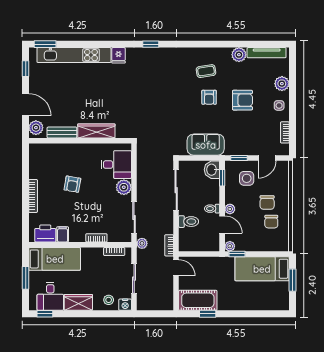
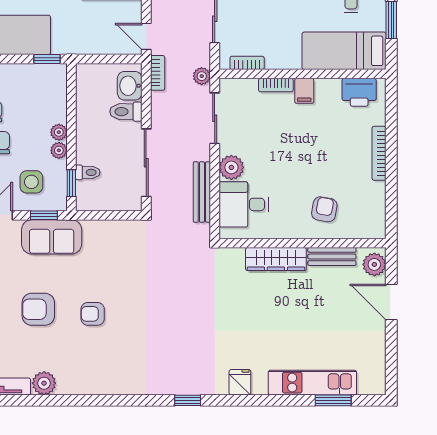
window: (45, 44) -> (333, 400), moved
kitchen unit: (74, 55) -> (312, 383), width x0.73
window: (26, 69) -> (391, 360), removed
coffee table: (206, 71) -> (98, 357), removed
armchair: (209, 97) -> (93, 314), turned -90
sofa: (206, 145) -> (52, 237), moved
washbasin: (212, 170) -> (130, 86), moved, turned 180
bench: (142, 172) -> (202, 192), added
armchair: (72, 184) -> (324, 209), moved
toilet: (212, 209) -> (88, 172), moved
door: (222, 224) -> (71, 107), removed
filing cabinet: (63, 234) -> (304, 91), moved
plant: (230, 246) -> (59, 150), moved

